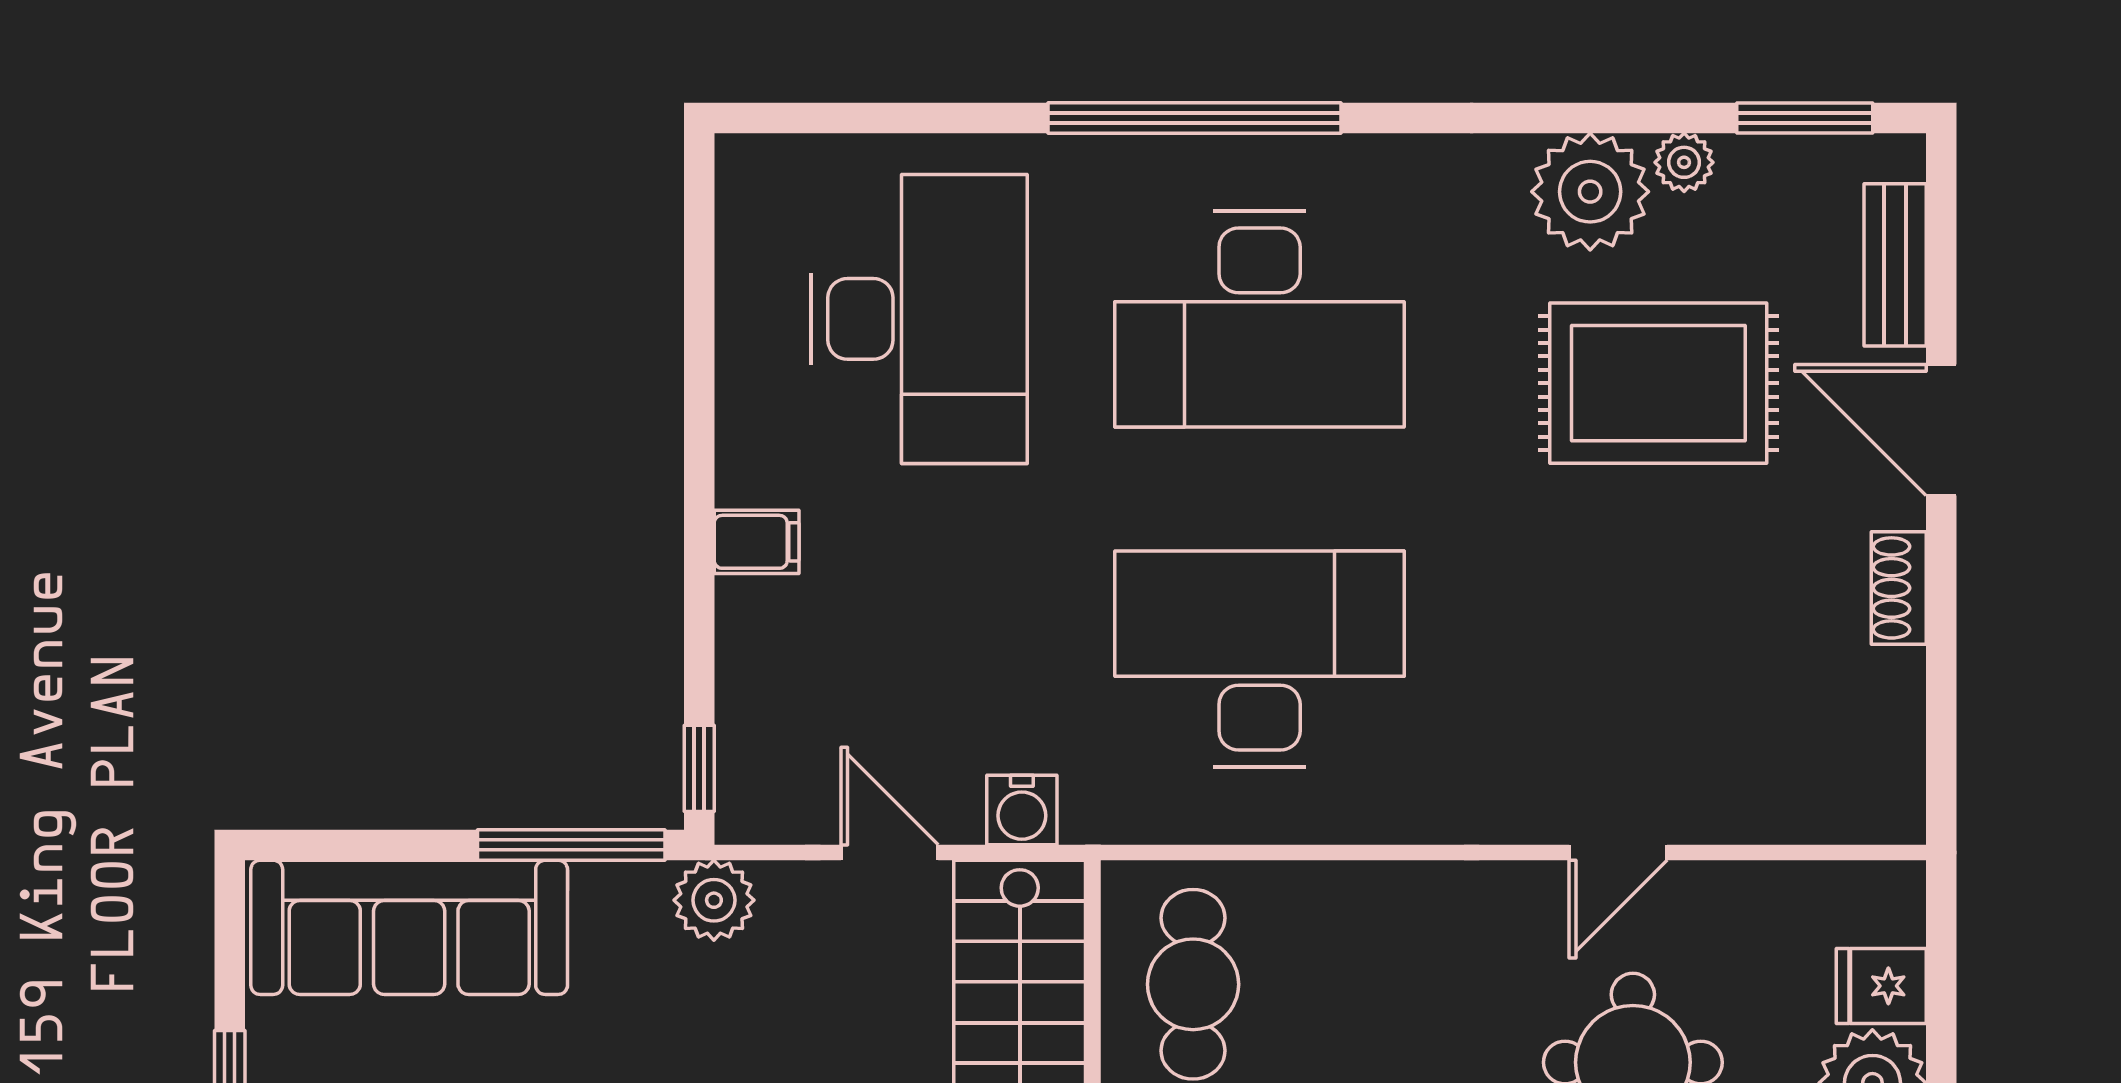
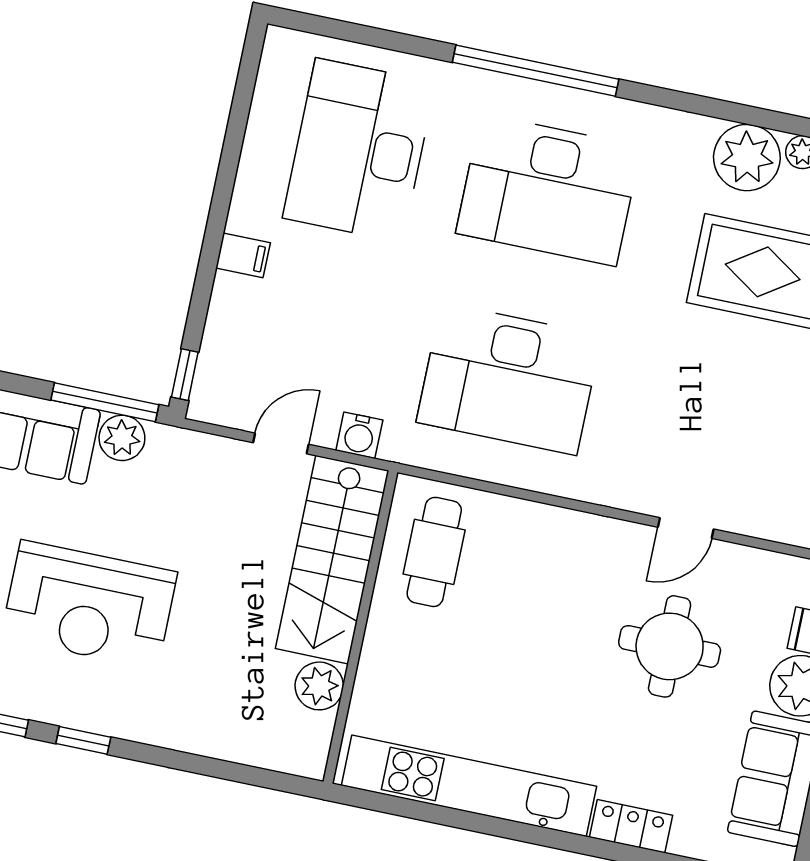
desk: (919, 319) -> (359, 150), turned 180
desk: (1260, 659) -> (509, 379), turned 180
door: (890, 852) -> (281, 443), hinge flipped
plant: (714, 900) -> (122, 438), moved

